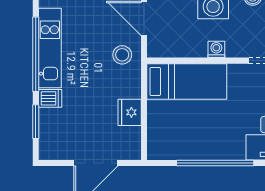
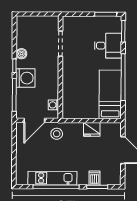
washing machine: (216, 49) -> (53, 105), moved
bed: (187, 81) -> (110, 94), moved
dishwasher: (50, 98) -> (94, 178), moved

